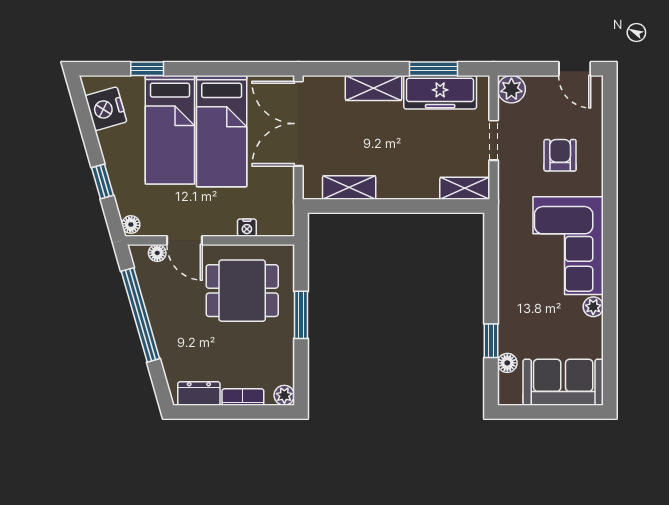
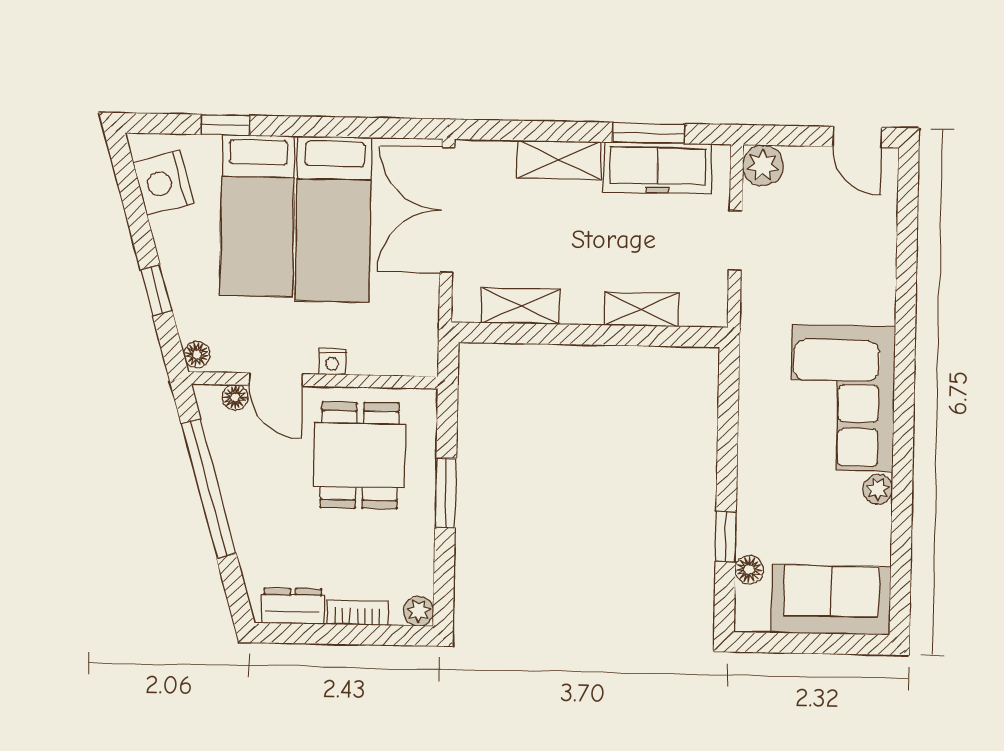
armchair: (560, 155) -> (833, 264), removed
shelving: (465, 188) -> (641, 309), moved
nightstand: (247, 228) -> (332, 362), moved
dining table: (242, 291) -> (360, 455), turned 90

